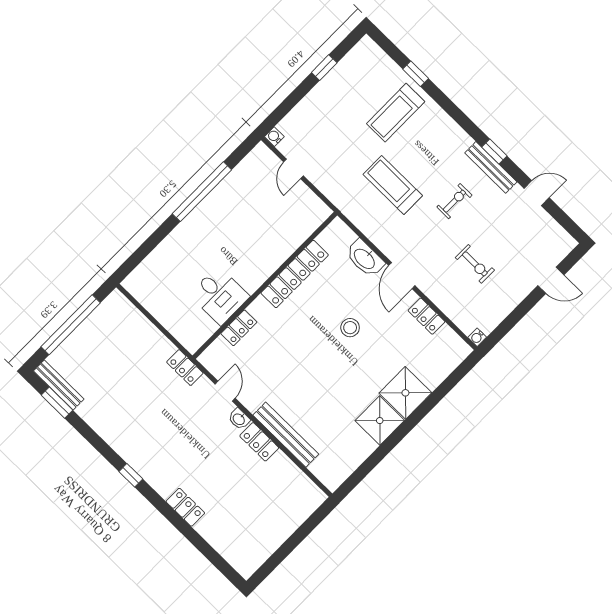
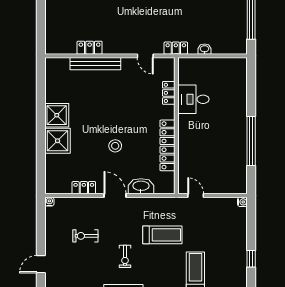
door: (294, 169) -> (196, 196), moved
washbasin: (239, 419) -> (205, 49), moved
locker: (259, 442) -> (90, 48), moved

